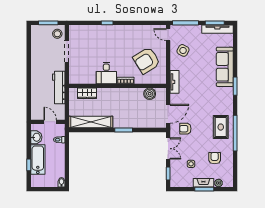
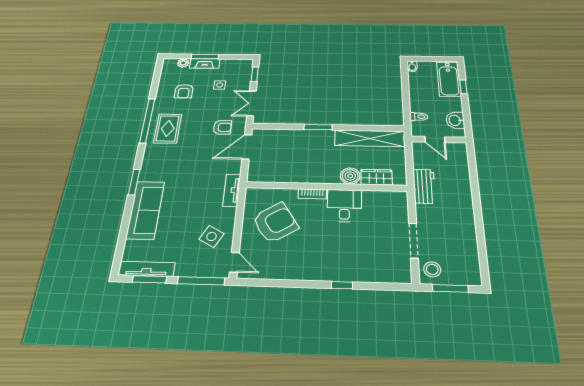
workbench: (59, 88) -> (424, 186), width x0.73
boiler: (150, 94) -> (350, 176), moved
bathtub: (38, 160) -> (449, 79), moved

